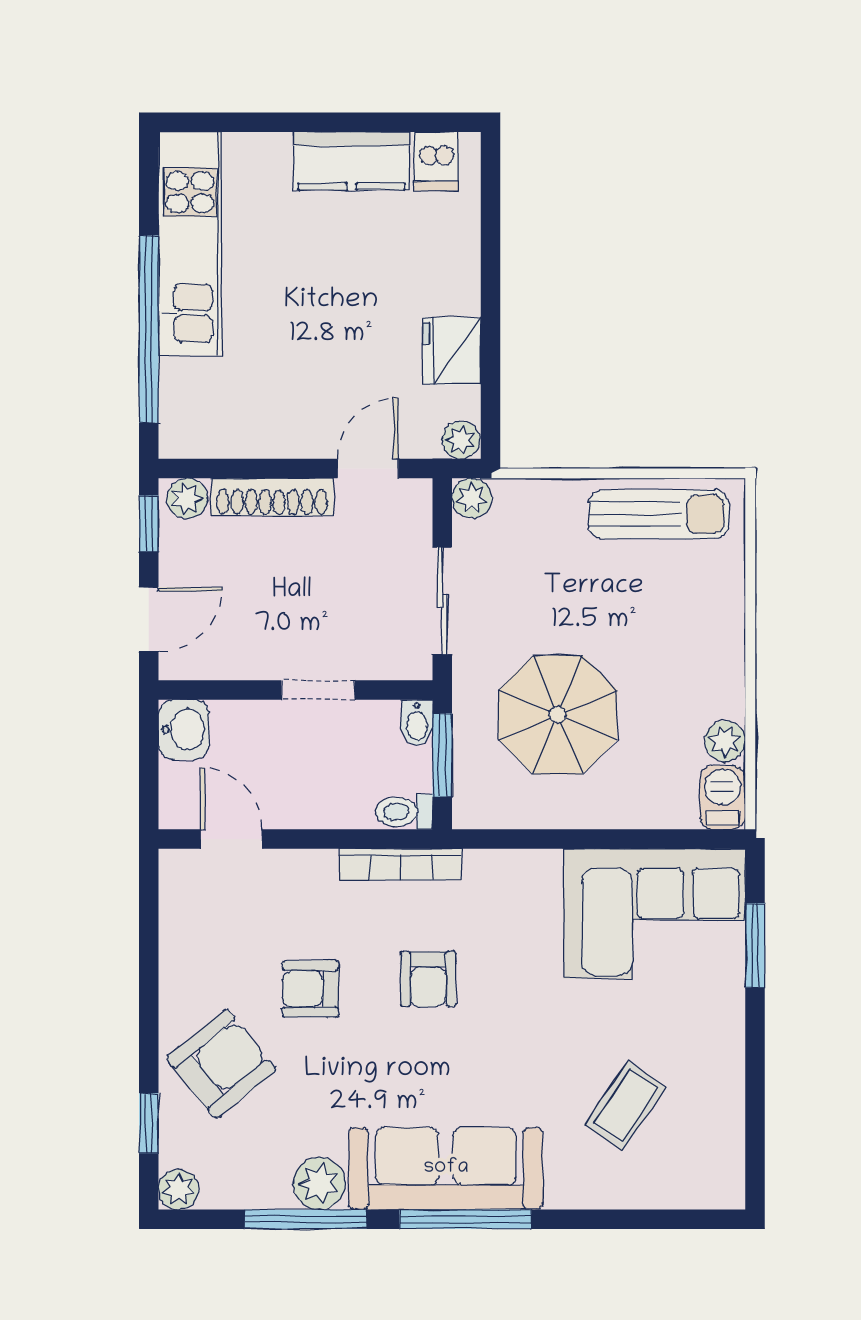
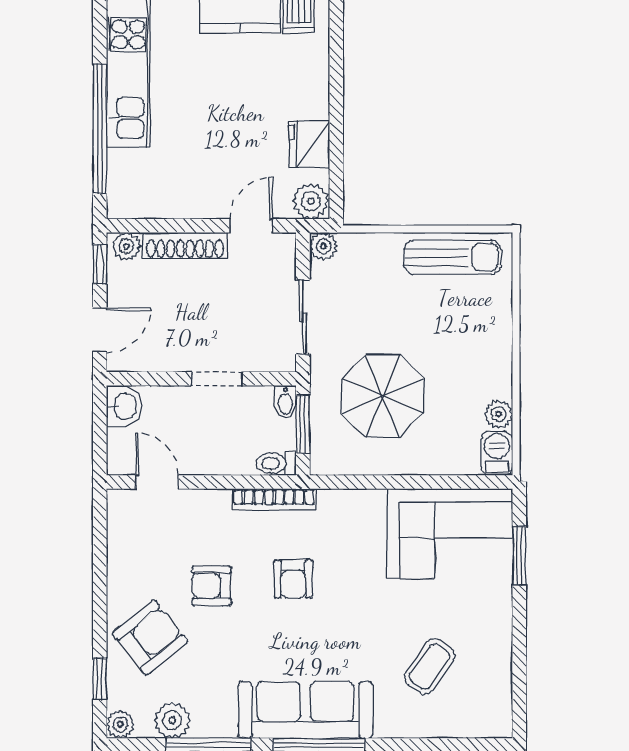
plant: (461, 440) -> (311, 201), width x1.38, depth x1.38
plant: (319, 1183) -> (172, 720), moved

